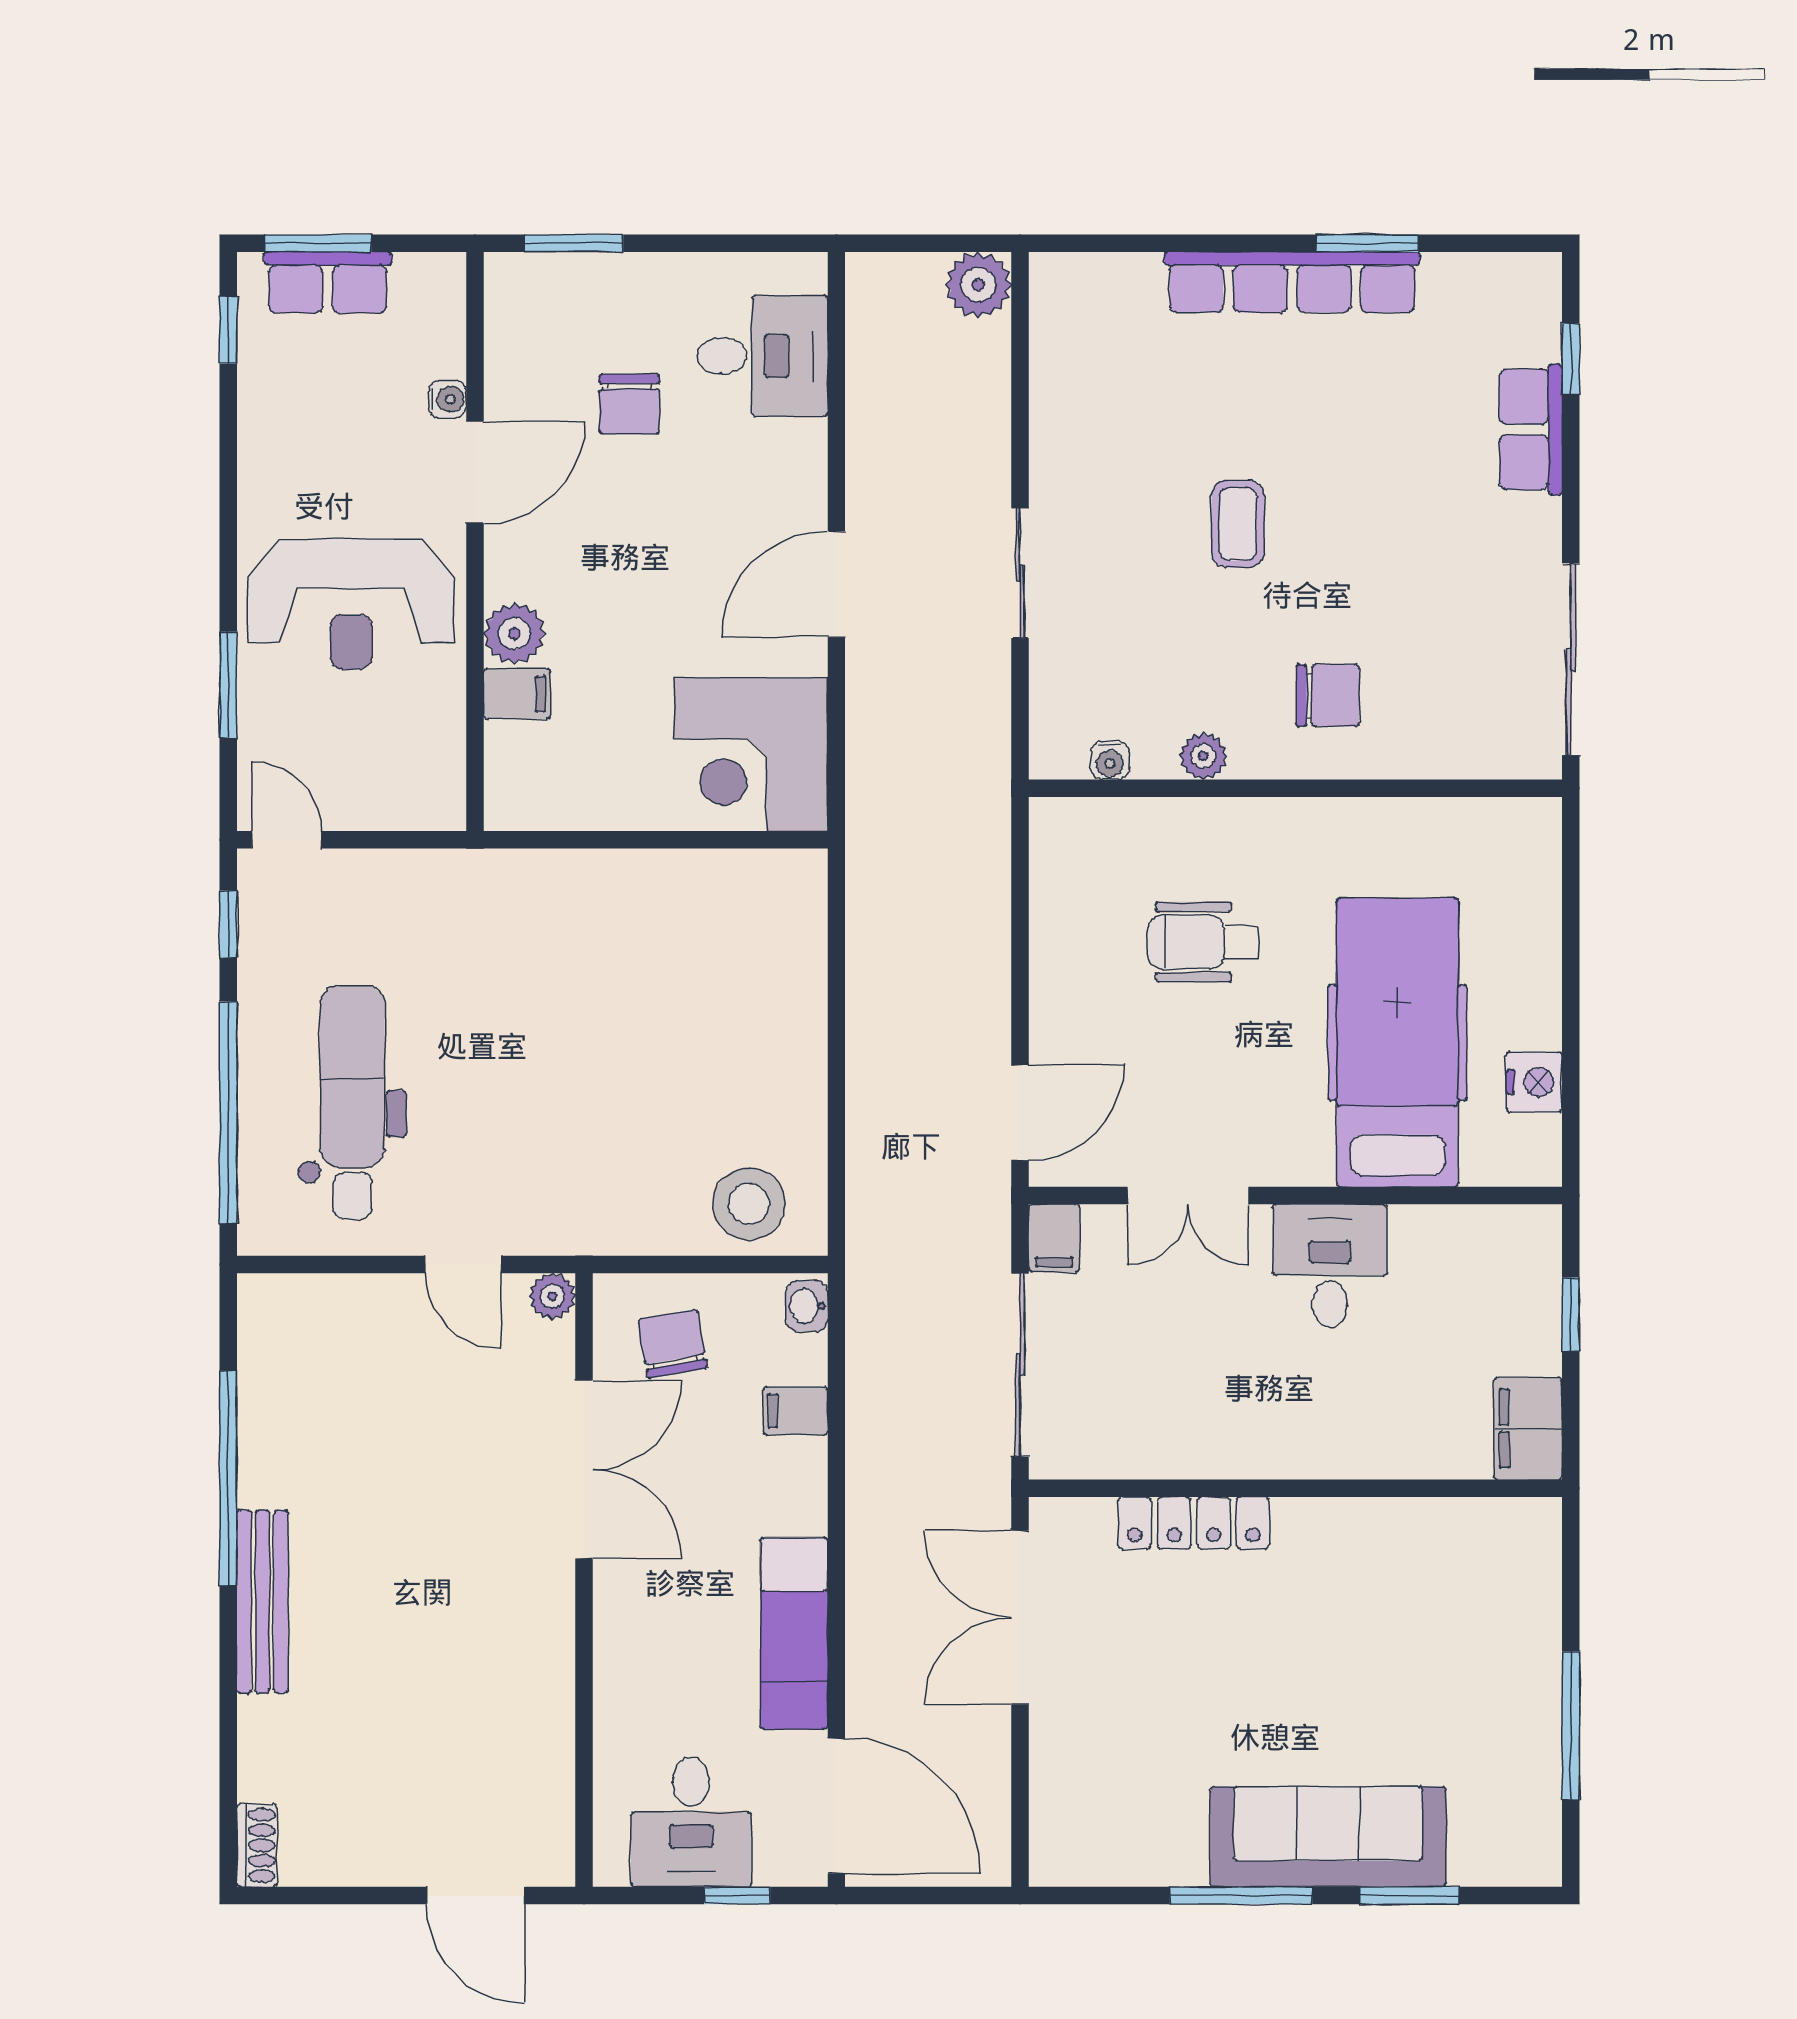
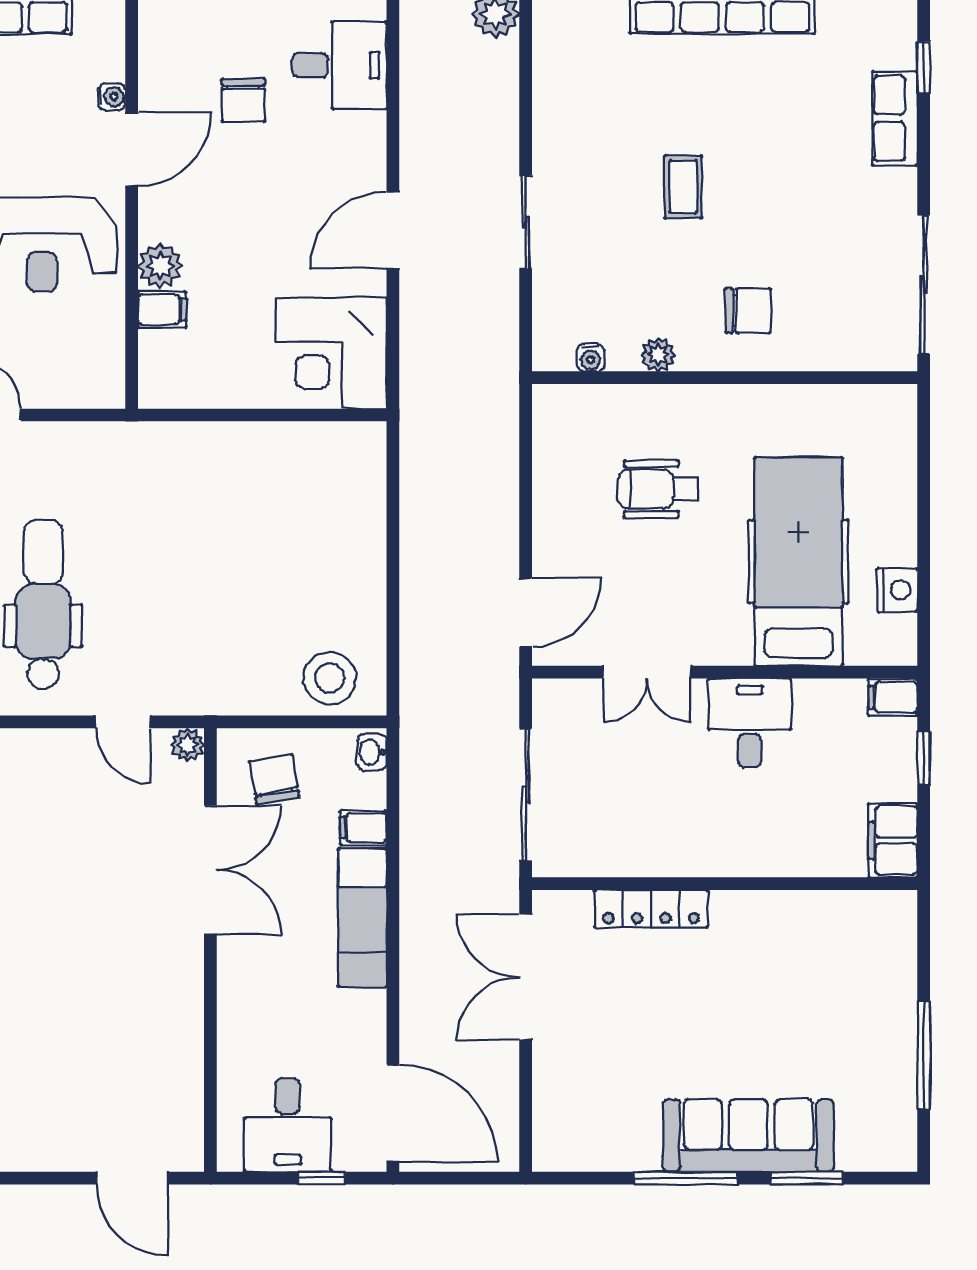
filing cabinet: (1054, 1238) -> (893, 697), moved, turned 90
exam couch: (794, 1633) -> (362, 918), moved

